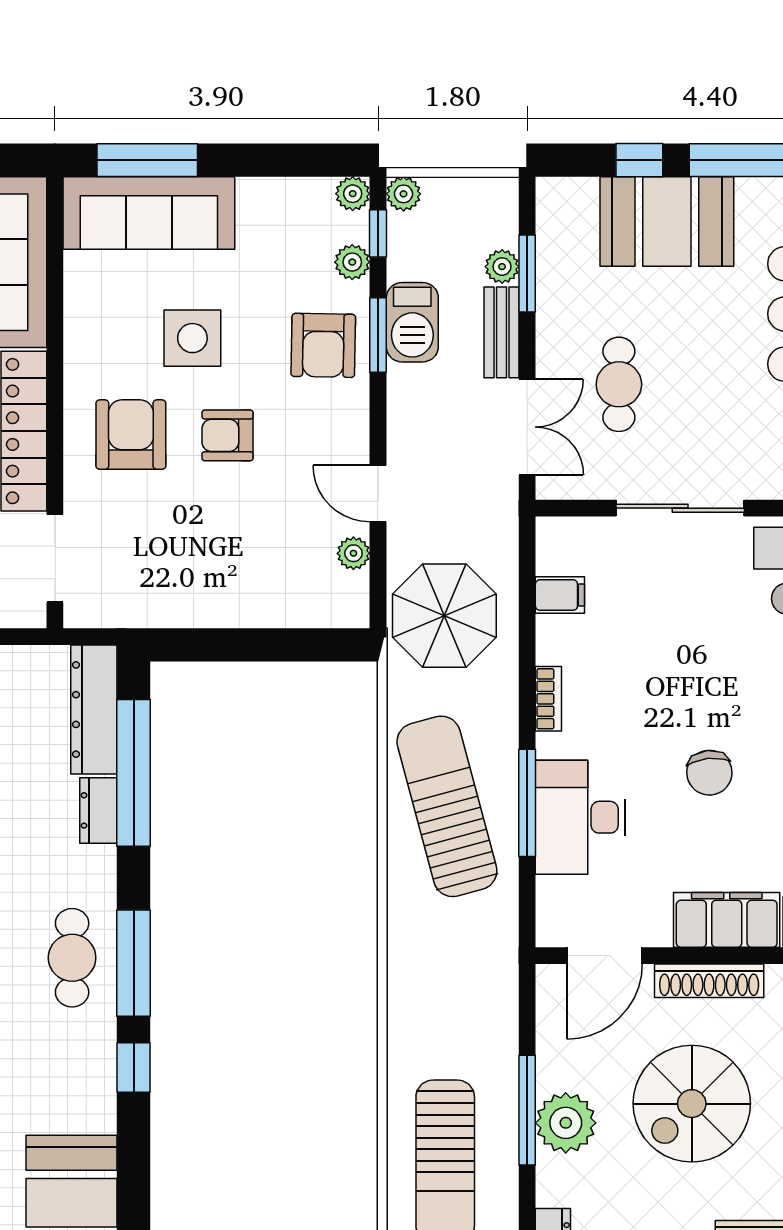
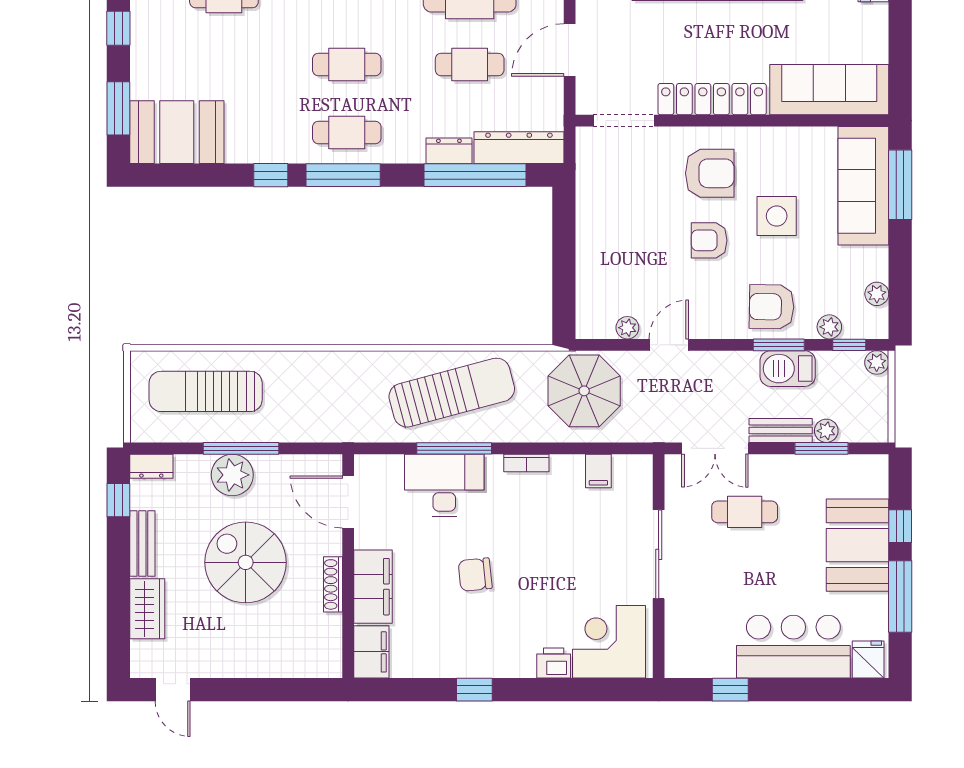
plant: (353, 194) -> (877, 294), moved
armchair: (228, 435) -> (709, 240), turned -90
shoe rack: (709, 981) -> (333, 584), width x0.74, depth x0.81

